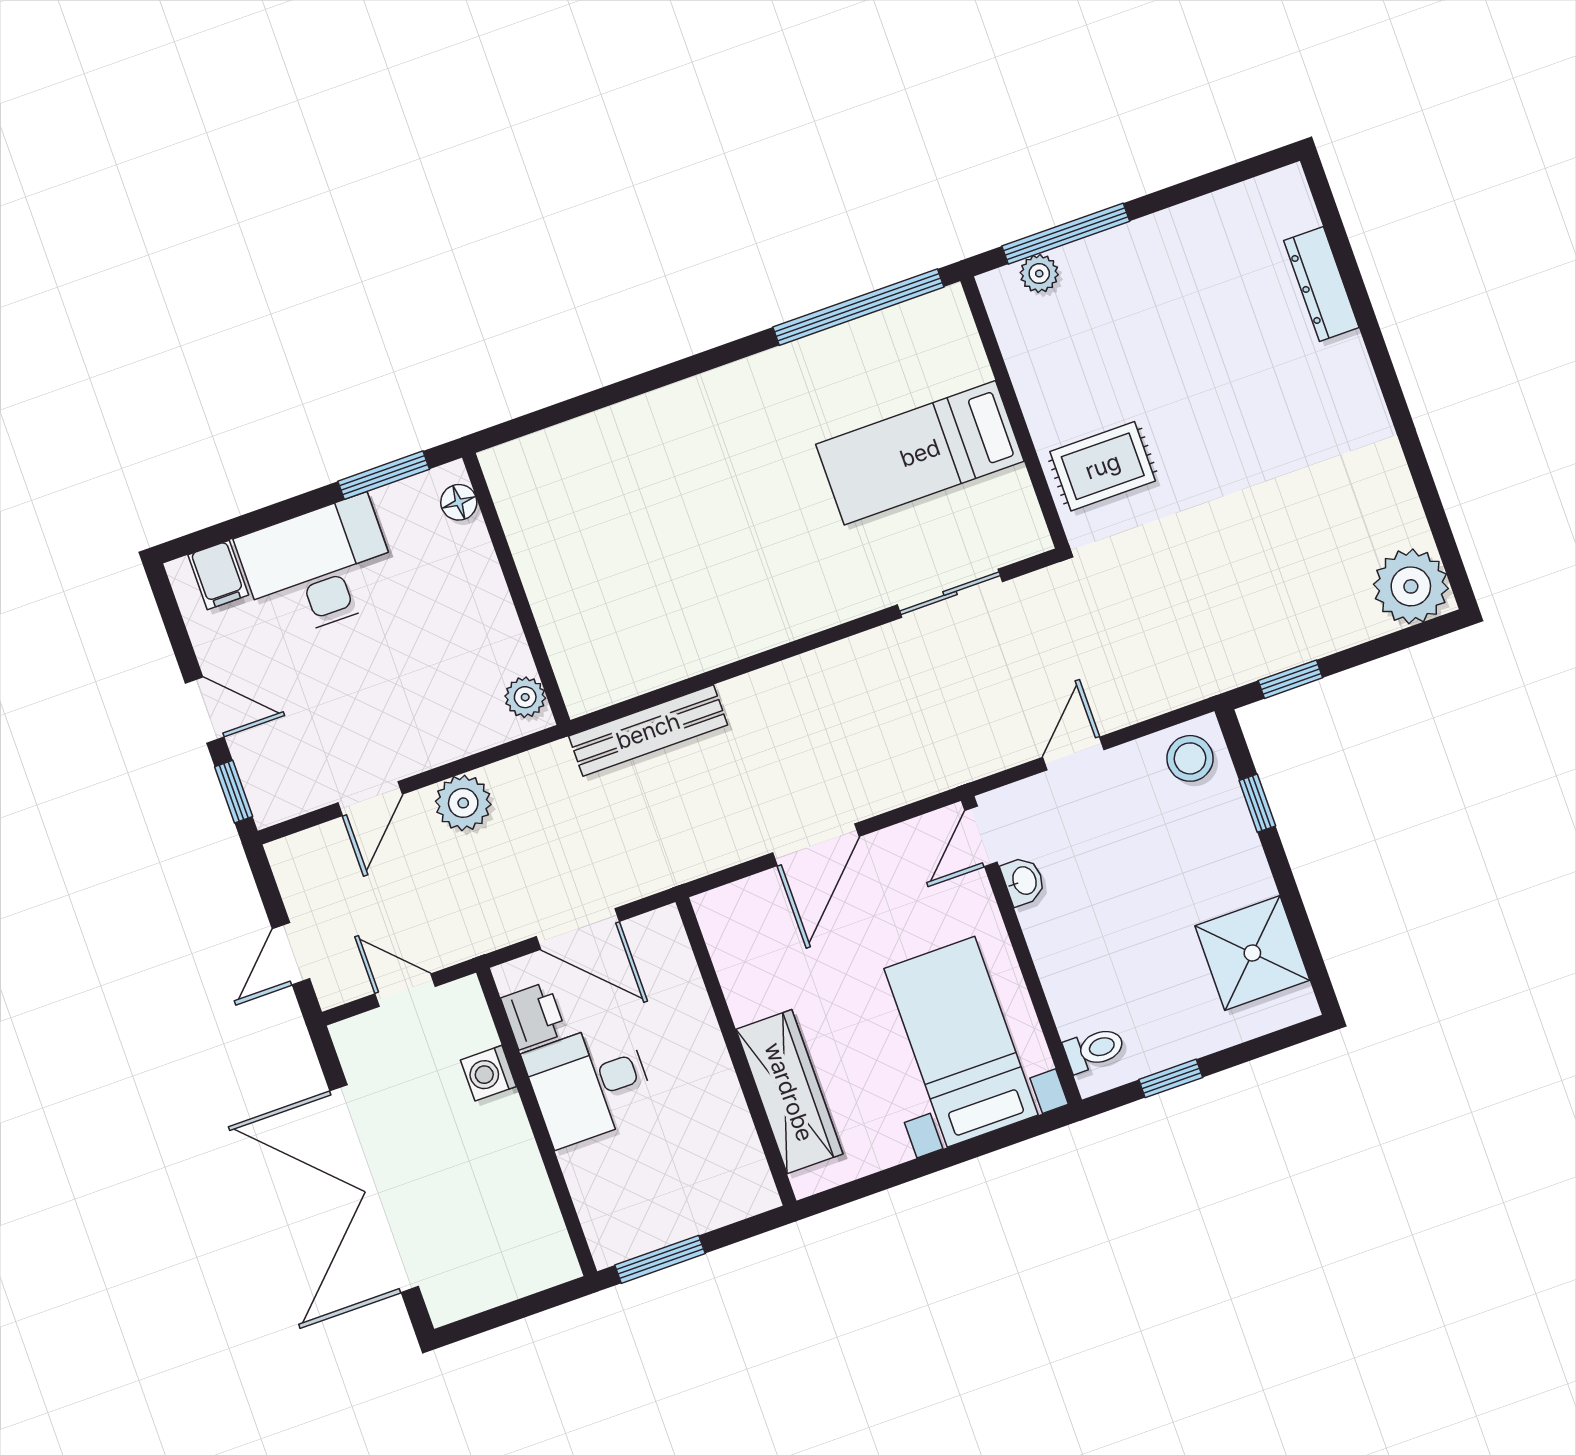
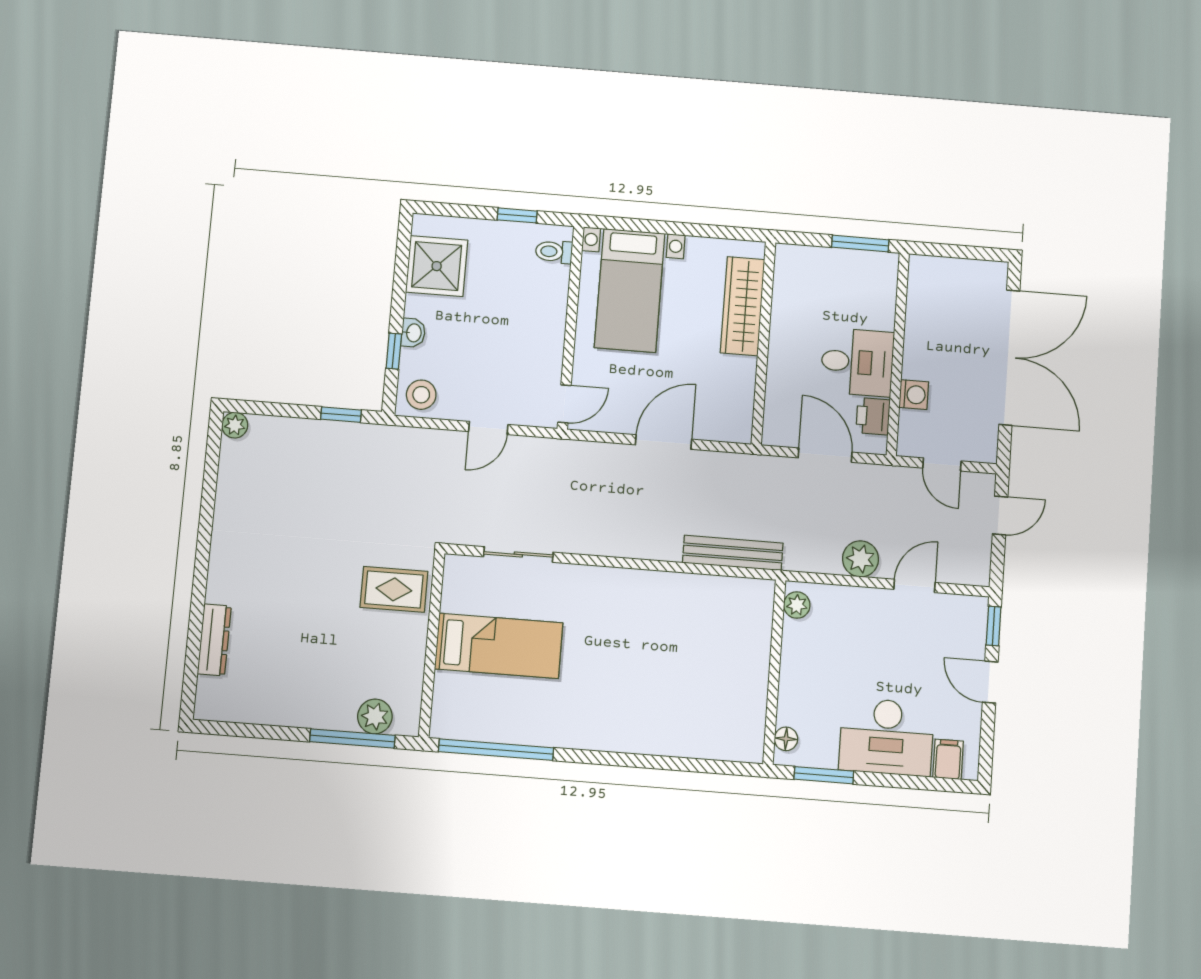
plant: (1039, 274) -> (375, 716), width x1.38, depth x1.38
plant: (1411, 586) -> (235, 425), width x0.53, depth x0.53
washbasin: (1023, 881) -> (413, 333), moved, turned 180

